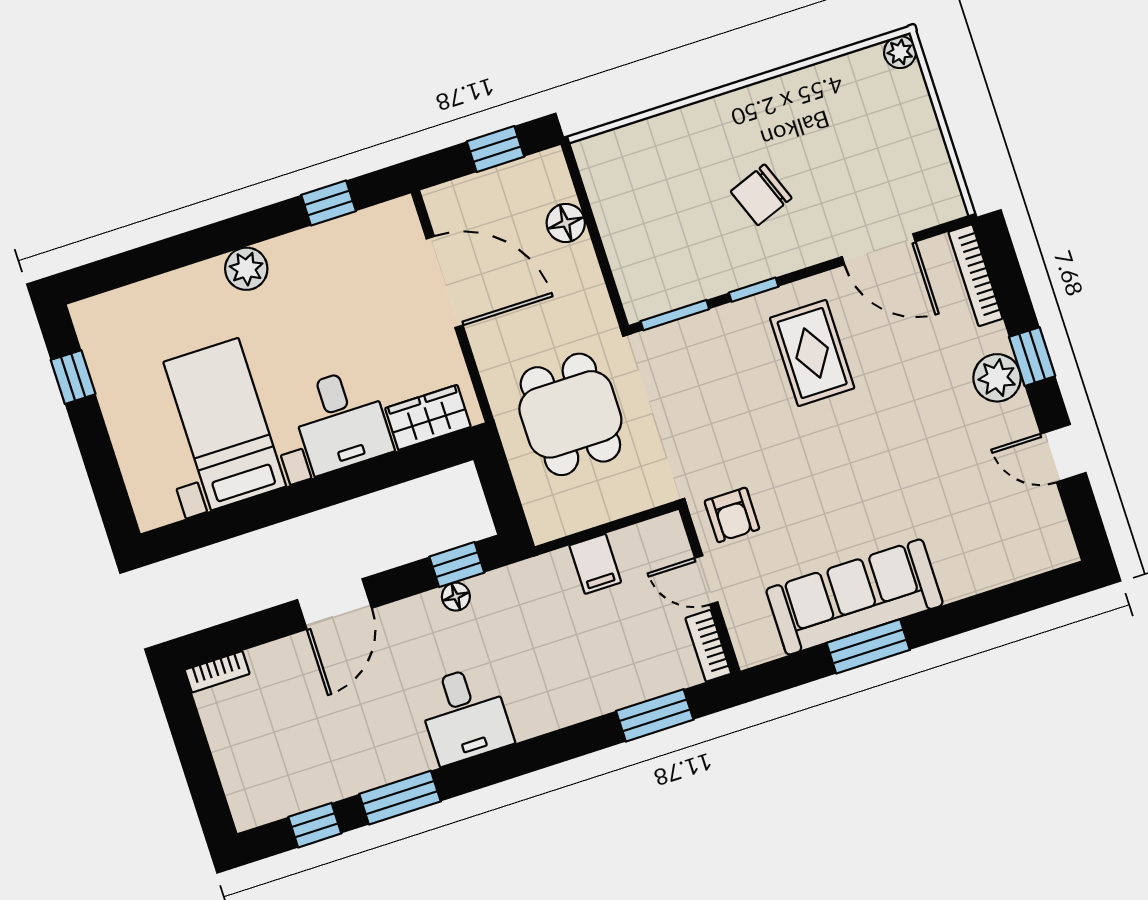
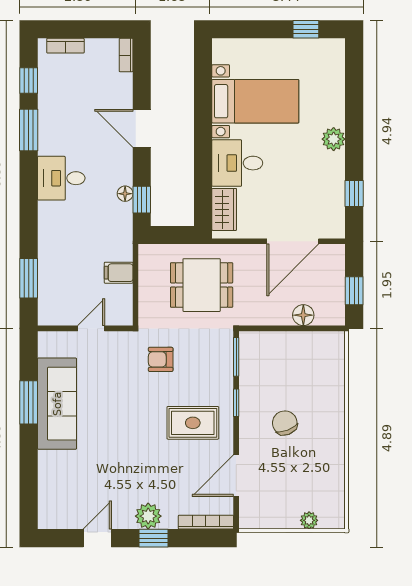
plant: (900, 52) -> (309, 520), moved
armchair: (732, 515) -> (161, 359), moved
bookcase: (708, 646) -> (65, 46), moved, turned 180

